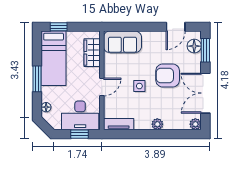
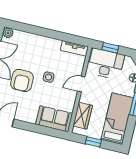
window: (59, 27) -> (93, 142), moved
armchair: (168, 75) -> (22, 80), turned 90
plant: (157, 124) -> (41, 40), removed

